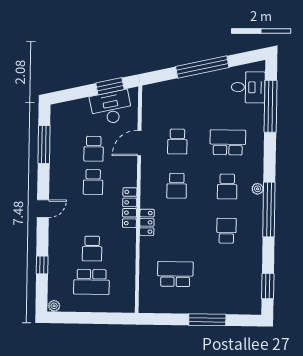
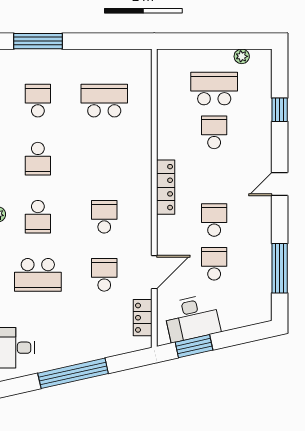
school desk: (227, 187) -> (38, 217), turned 180
locker: (147, 222) -> (143, 318), moved
school desk: (175, 274) -> (104, 101), turned 180
school desk: (226, 275) -> (38, 101), added
plant: (54, 306) -> (242, 56), moved
window: (207, 320) -> (38, 41), moved

